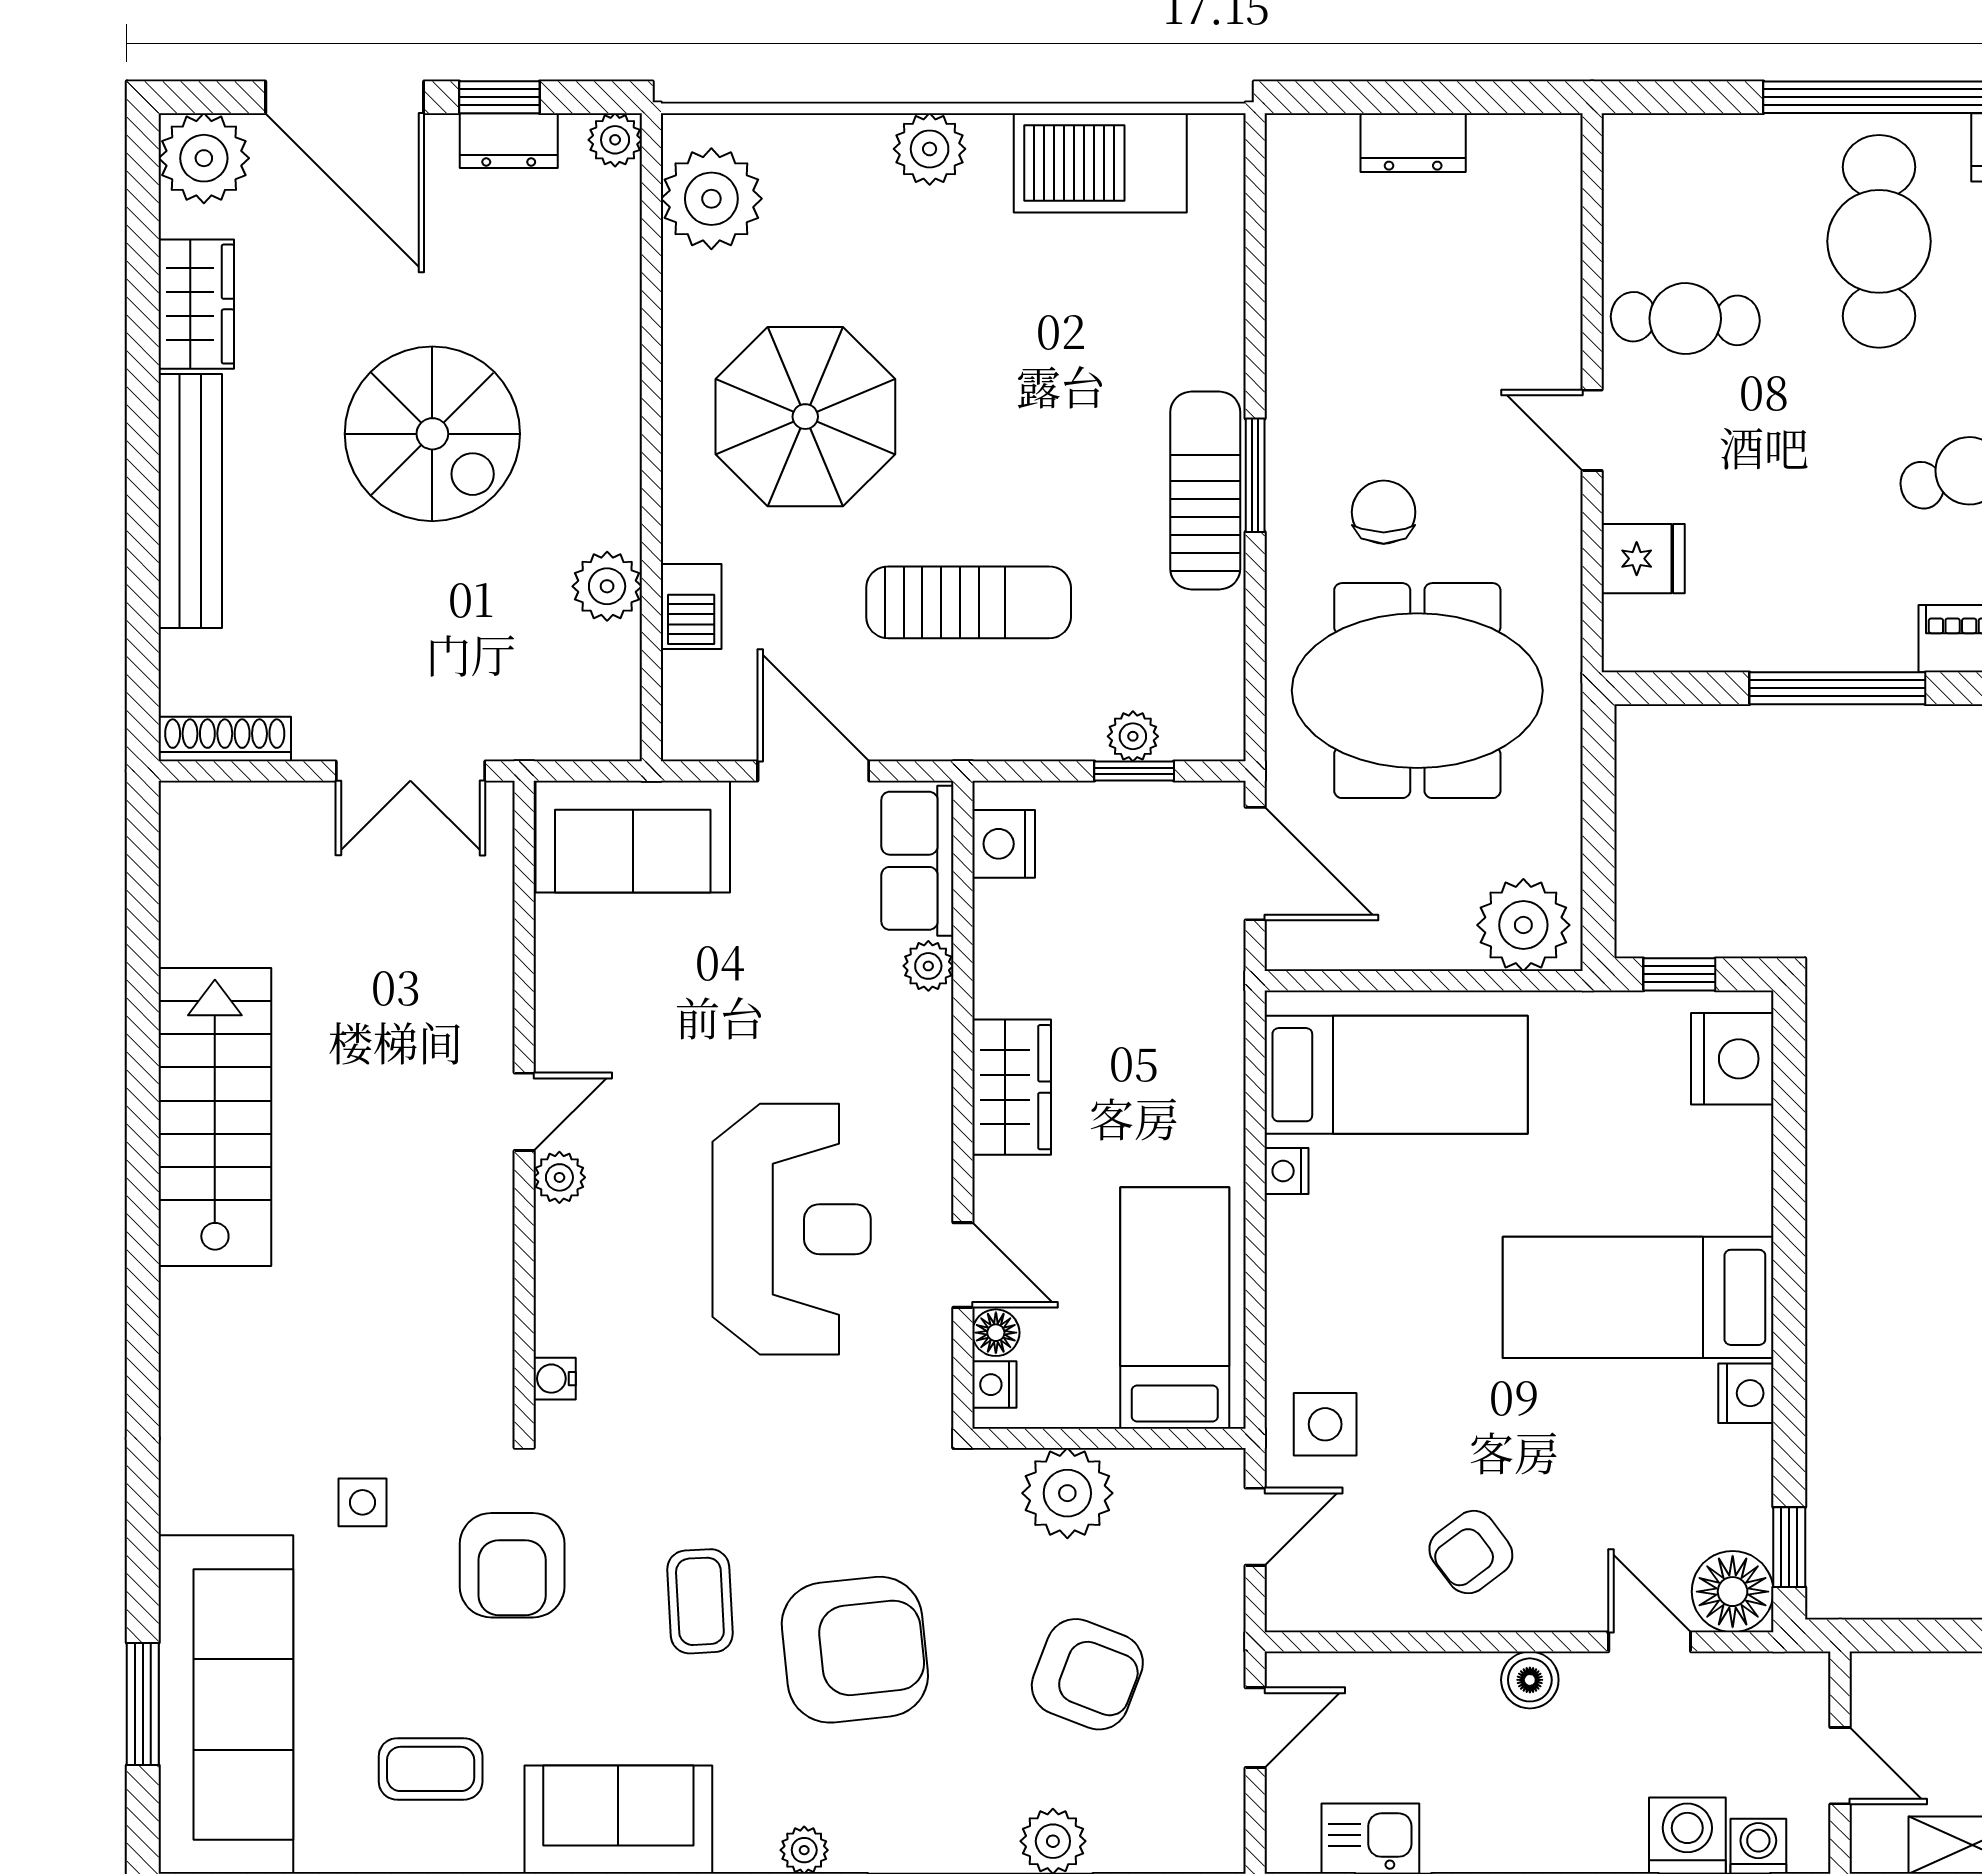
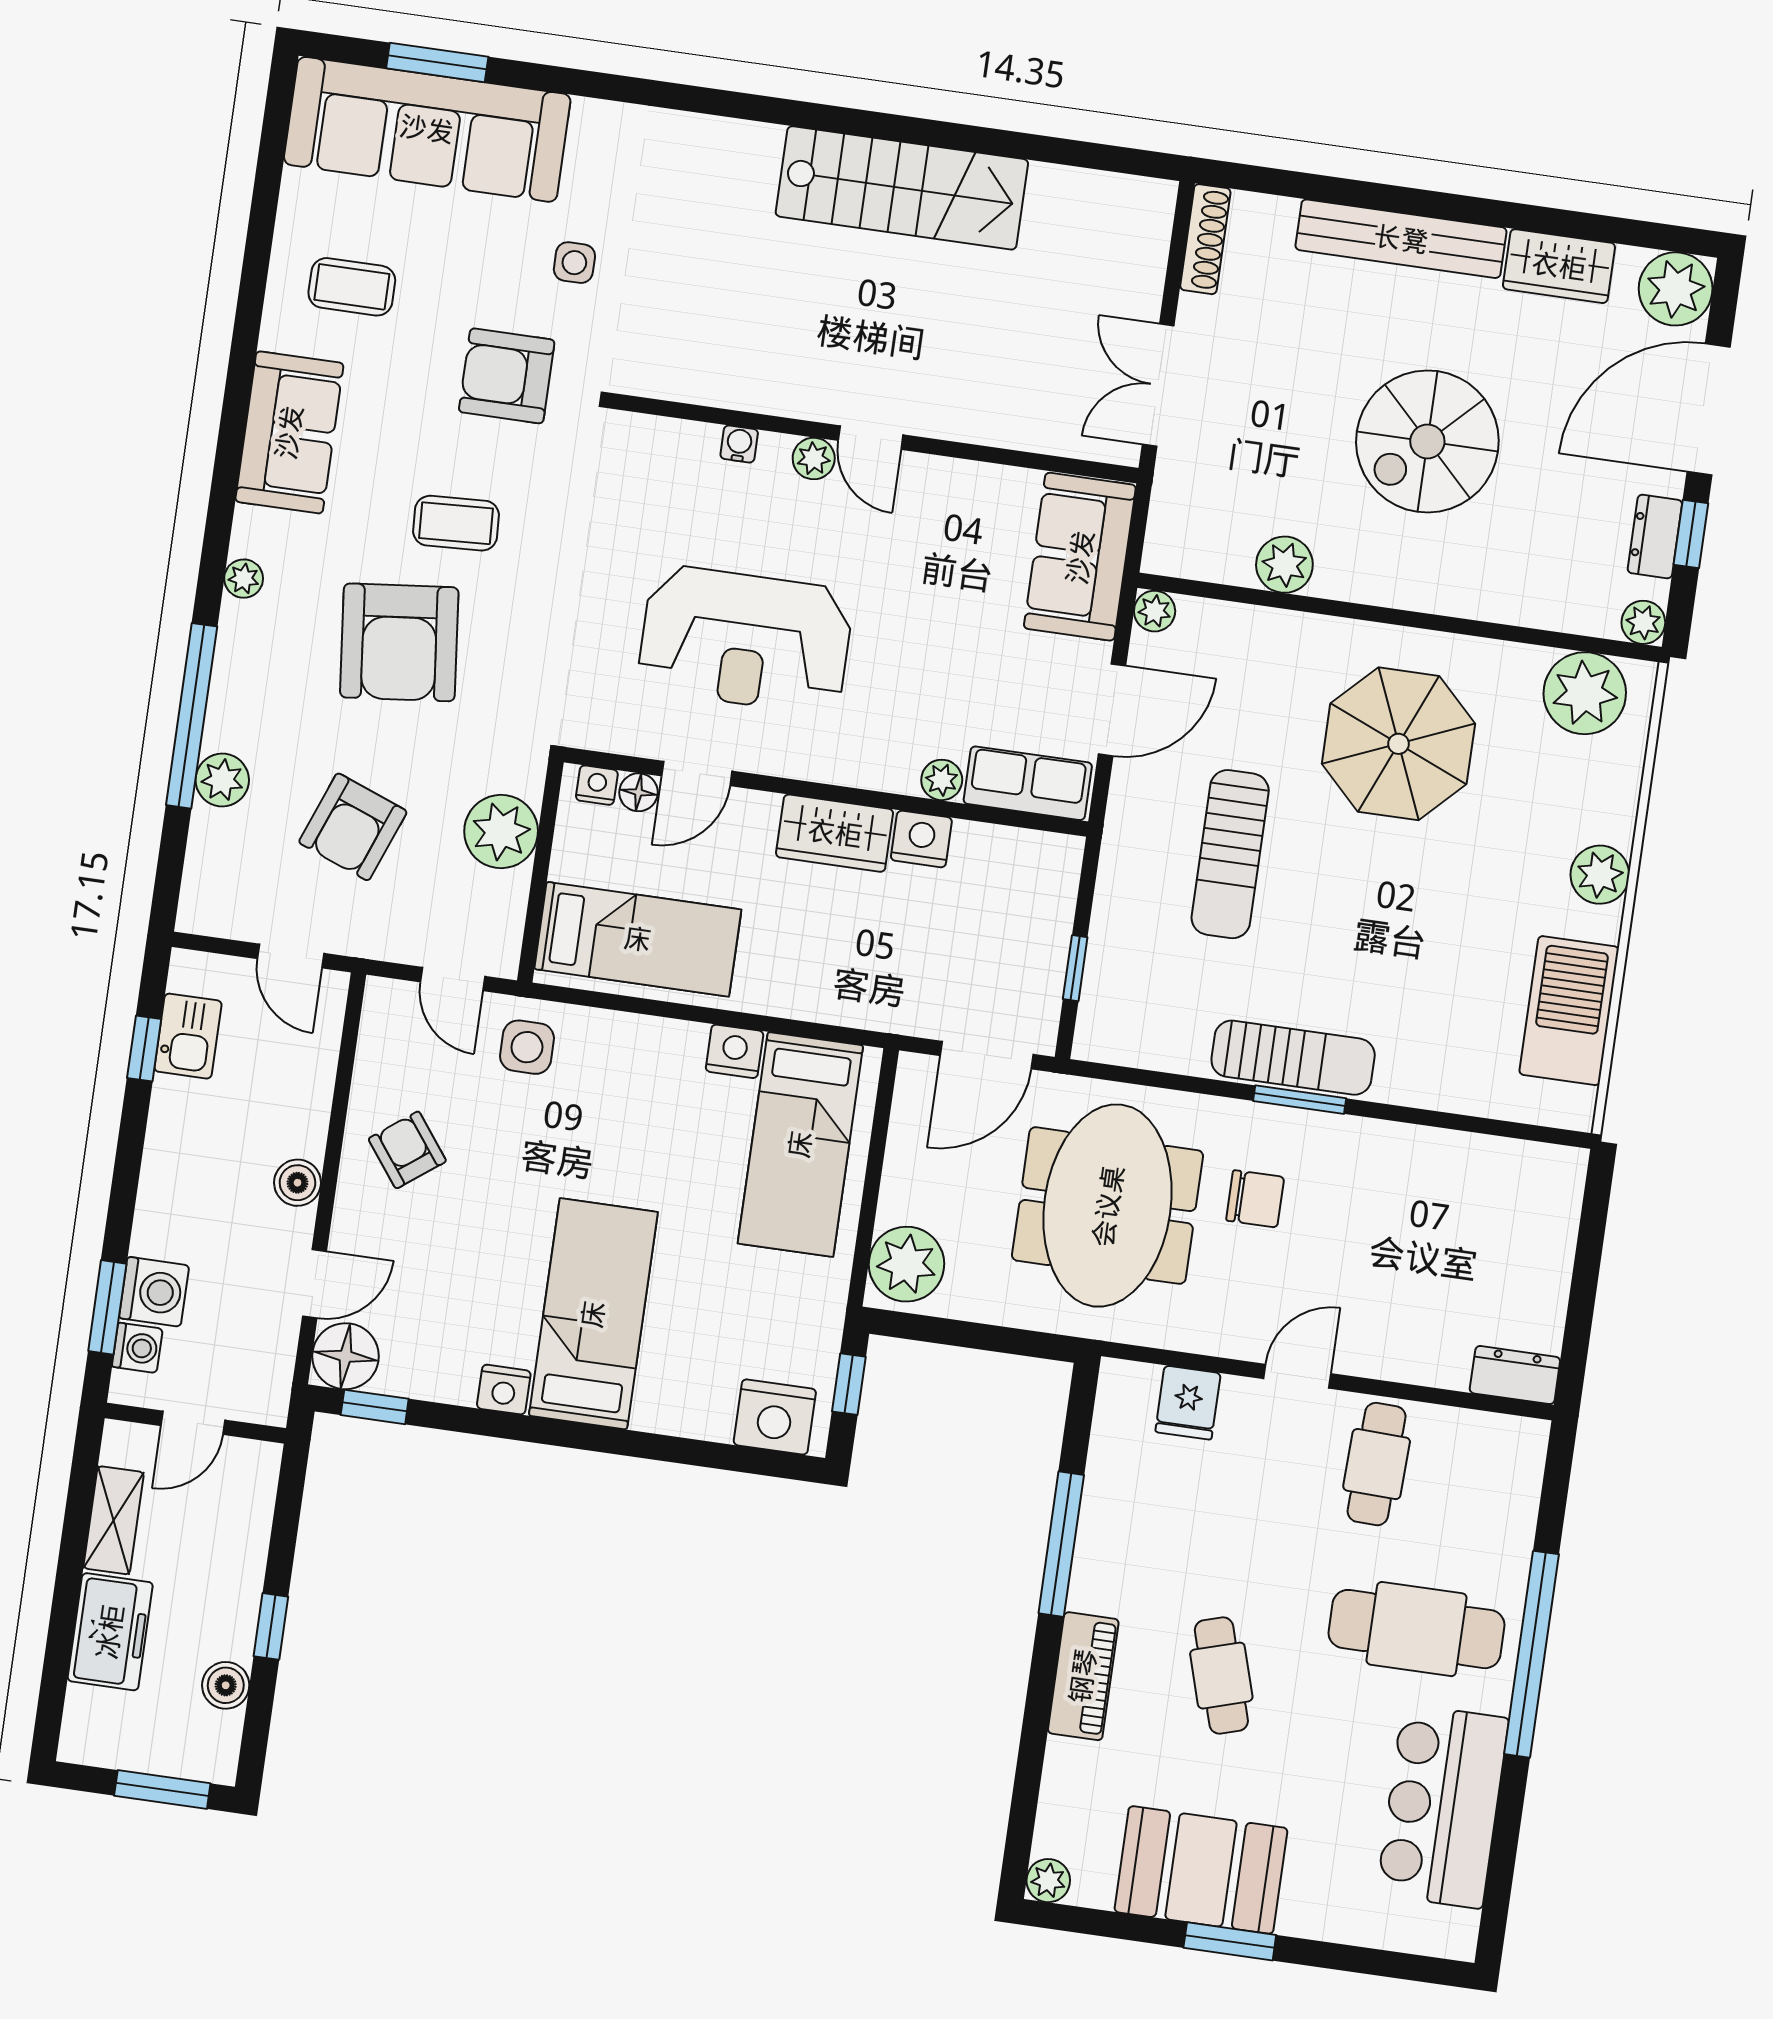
dresser: (1413, 143) -> (1515, 1375), moved, turned 90
barbecue: (691, 607) -> (1259, 630), removed
plant: (1133, 736) -> (1155, 611), moved
nightstand: (1004, 844) -> (921, 839), moved
nightstand: (1287, 1171) -> (735, 1051), width x1.39, depth x1.35
water cooler: (555, 1379) -> (739, 444), moved
coffee table: (431, 1769) -> (352, 287), turned 90

